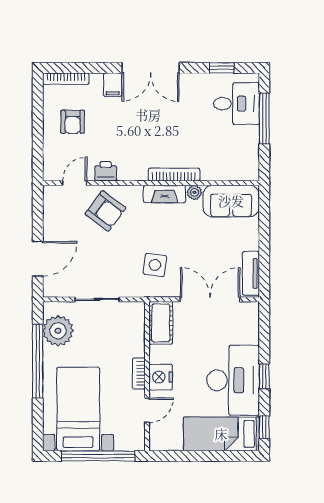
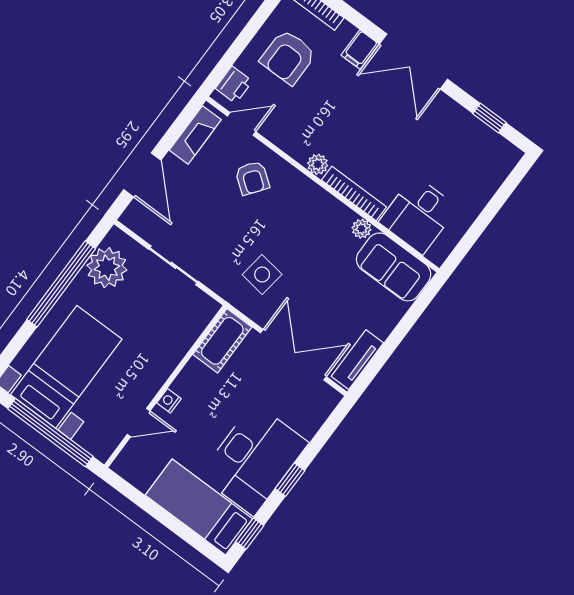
desk: (237, 104) -> (418, 215), moved, turned 90
window: (264, 118) -> (494, 205), removed
armchair: (73, 122) -> (288, 57), width x1.38, depth x1.38
printer: (106, 171) -> (234, 85), moved, turned 90
plant: (139, 173) -> (318, 164), added
fireplace: (165, 194) -> (195, 135), moved, turned -90
armchair: (106, 211) -> (252, 178), width x0.72, depth x0.72
door: (38, 259) -> (142, 175), hinge flipped
bookcase: (139, 374) -> (159, 377), removed
nightstand: (161, 377) -> (169, 401), width x0.53, depth x0.56

